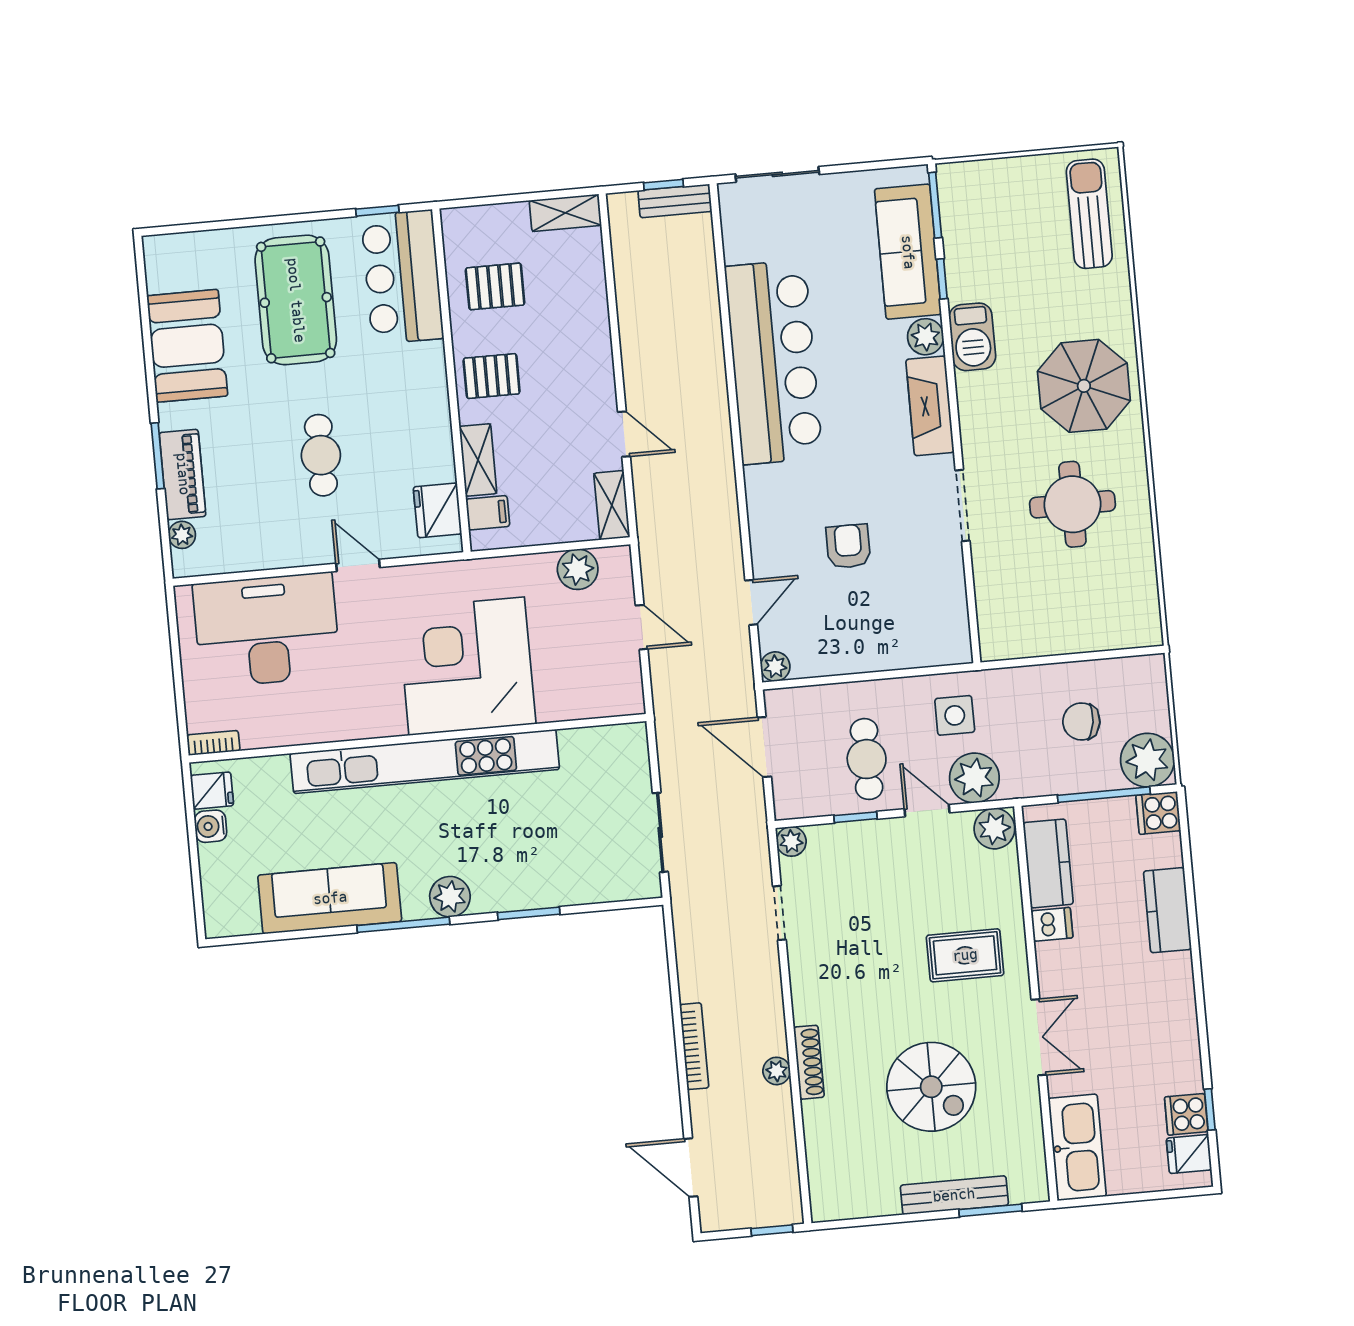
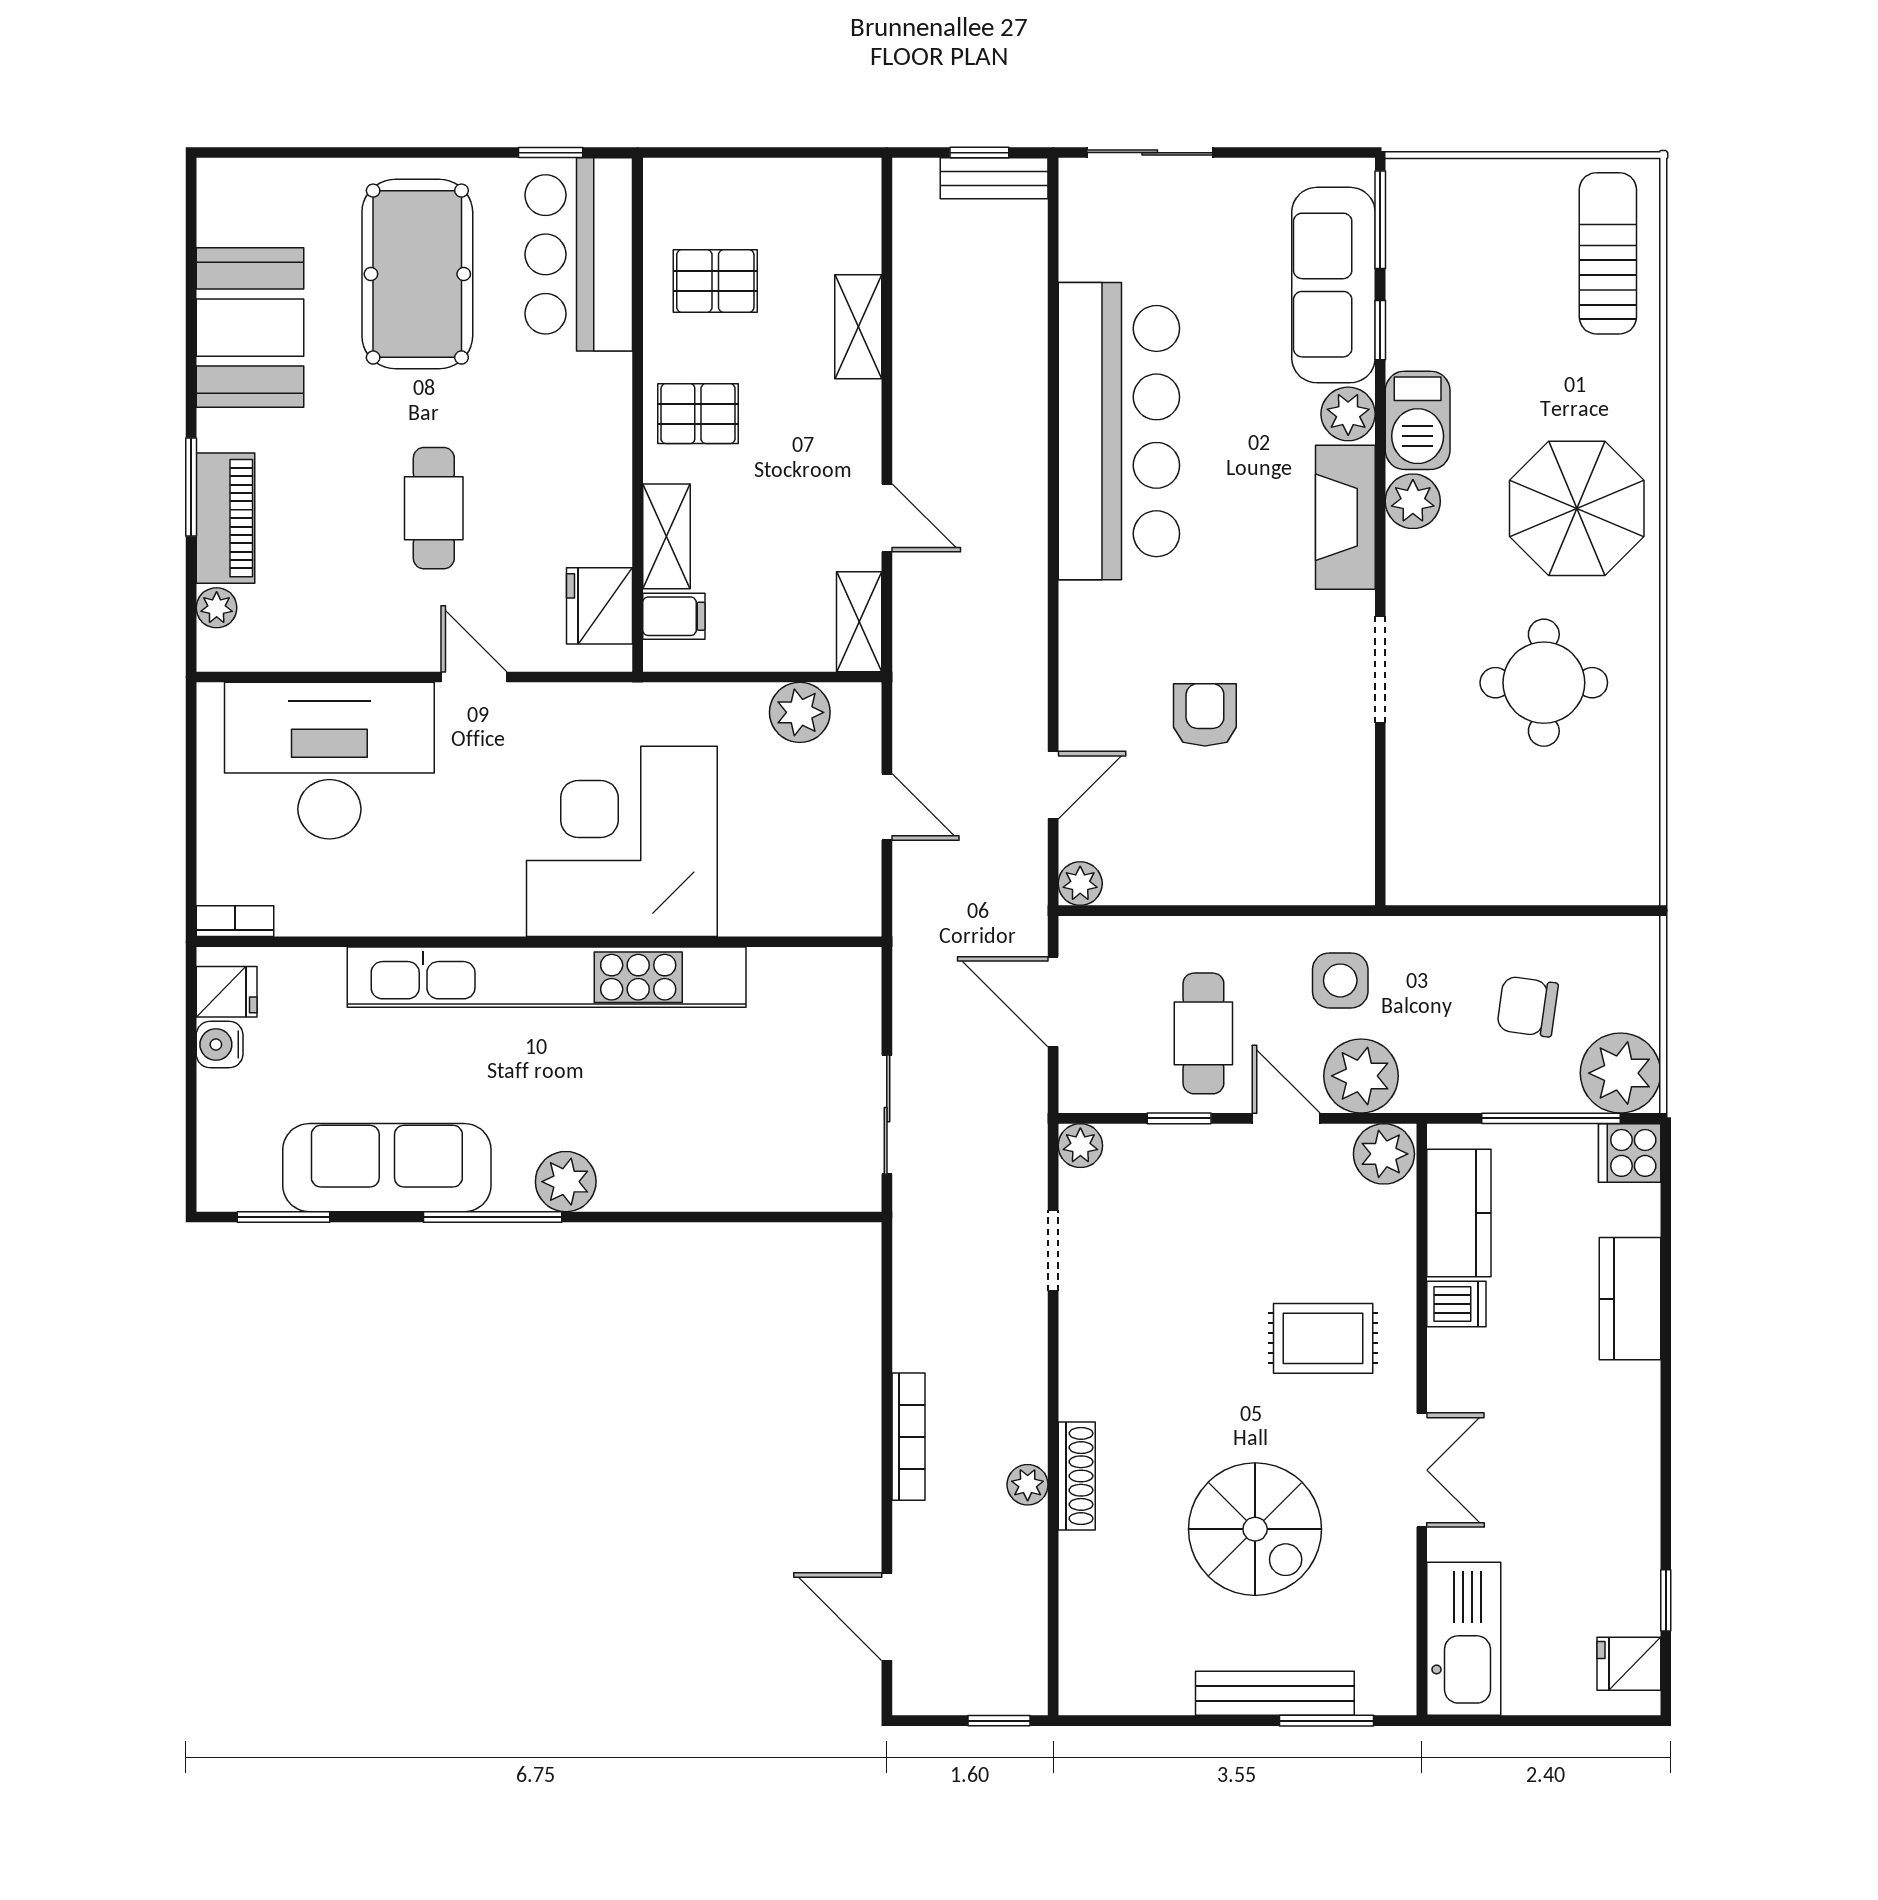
shelving: (565, 213) -> (858, 327), moved, turned 90
plant: (974, 391) -> (1413, 501), added
window: (529, 913) -> (283, 1217), moved
cooker: (1186, 1114) -> (1630, 1604), removed

